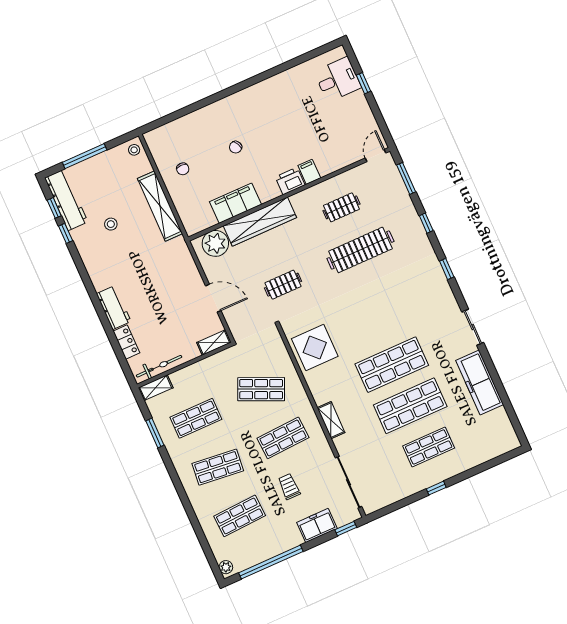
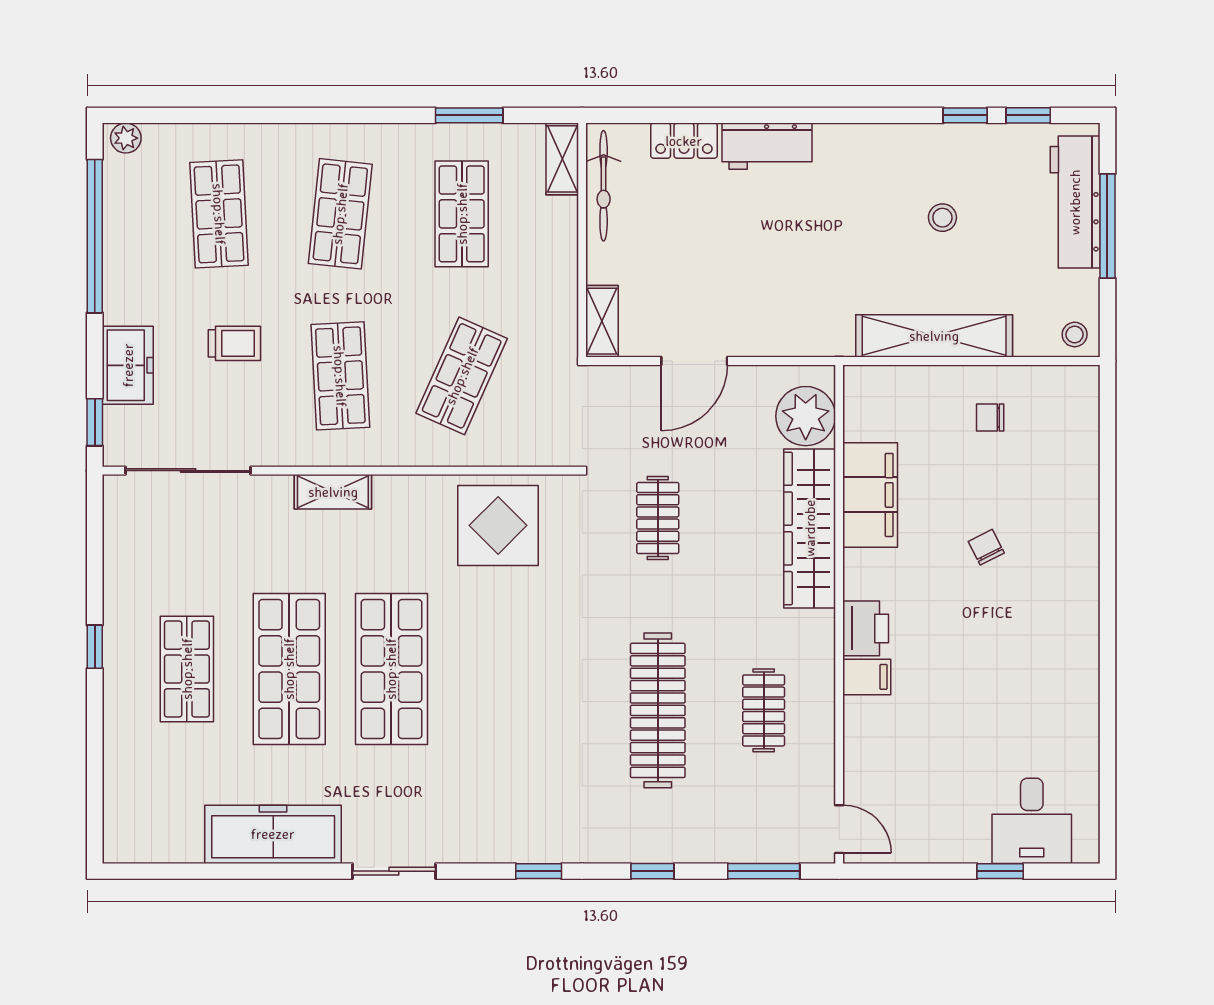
workbench: (66, 200) -> (1075, 202), moved, turned 90

